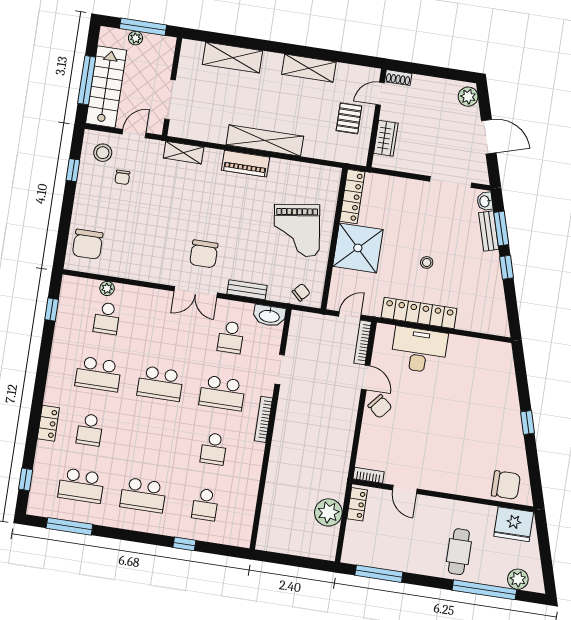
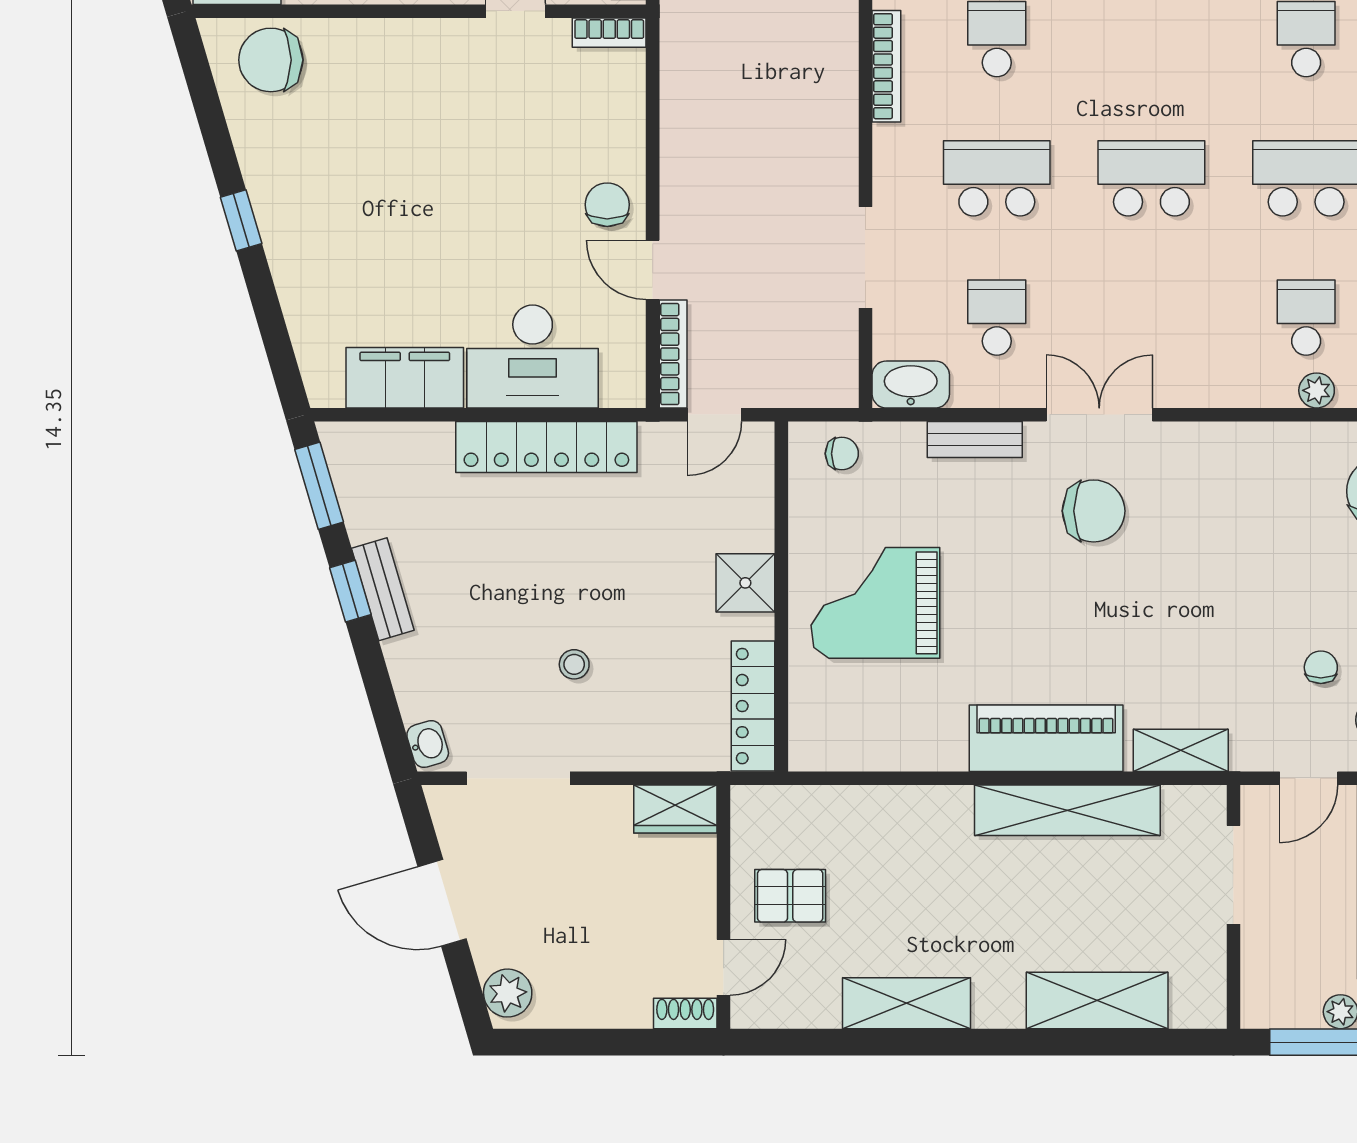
pallet: (349, 118) -> (790, 896), turned 90
wardrobe: (386, 138) -> (675, 809), moved, turned -90
shelving: (265, 140) -> (1067, 810), moved
piano: (246, 164) -> (1046, 738), width x1.37, depth x1.33
window: (501, 228) -> (319, 486), moved
grand piano: (297, 230) -> (875, 603), turned -82
bench: (489, 231) -> (383, 589), moved
shower: (358, 248) -> (745, 583), width x0.54, depth x0.54
chair: (204, 254) -> (1094, 511), turned 90
stool: (427, 262) -> (574, 664), moved
chair: (301, 292) -> (842, 454), turned -132
filing cabinet: (472, 349) -> (405, 378), added
doorway: (280, 369) -> (865, 257), width x1.38
chair: (380, 406) -> (607, 205), turned 50
bookcase: (263, 419) -> (886, 66), moved

